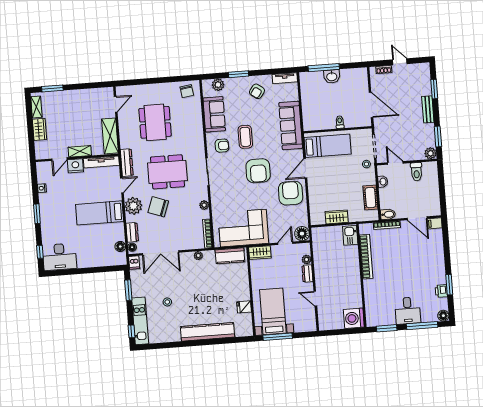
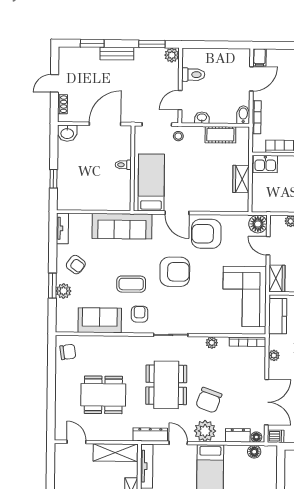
window: (324, 68) -> (53, 179), width x0.46
washbasin: (332, 76) -> (67, 133), moved, turned 90
plant: (218, 85) -> (64, 291), moved

